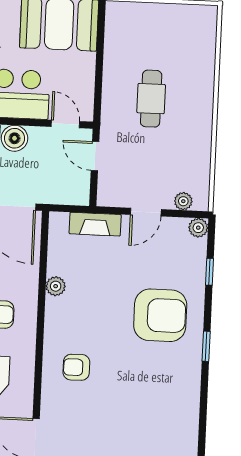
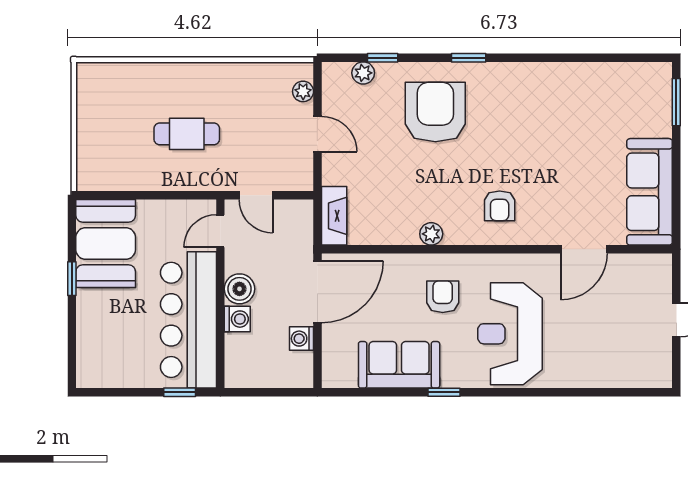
door: (95, 156) -> (256, 195), hinge flipped
fireplace: (95, 224) -> (334, 216), moved
plant: (198, 228) -> (363, 73), moved
plant: (56, 286) -> (431, 234), moved

